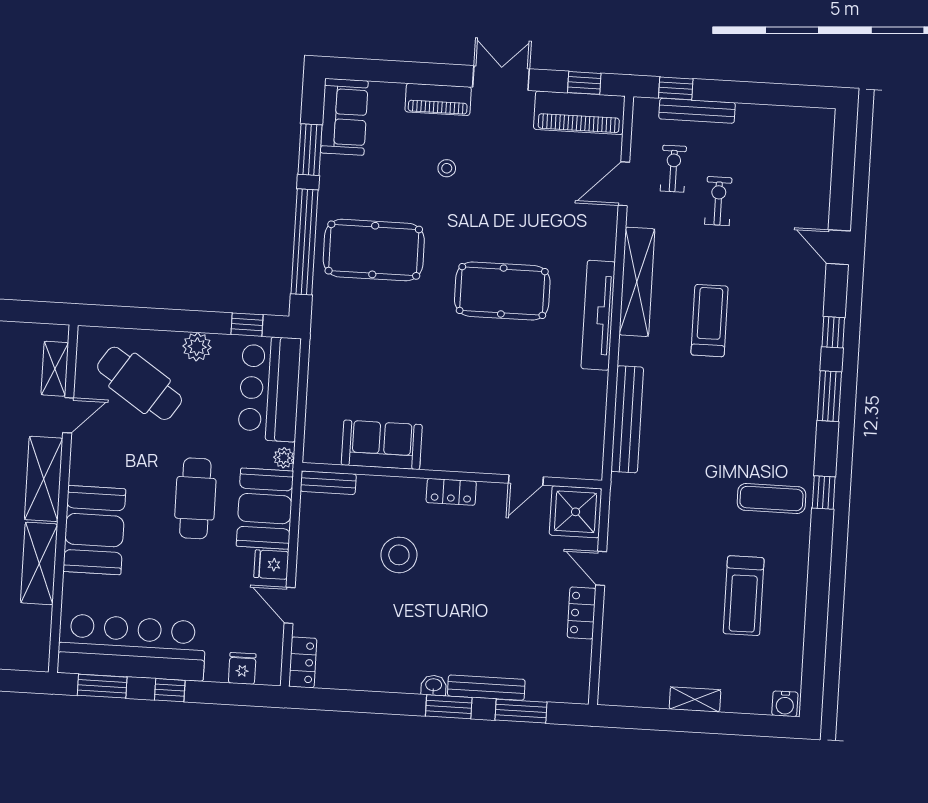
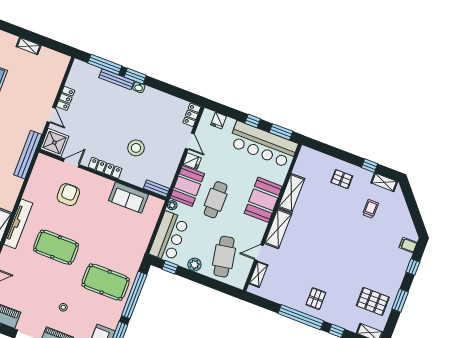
cafe table: (140, 383) -> (224, 257), turned 46
armchair: (511, 411) -> (68, 195), added
bench: (627, 419) -> (28, 155), moved
locker: (451, 492) -> (105, 168), width x1.53
window: (521, 711) -> (105, 65), width x1.44

